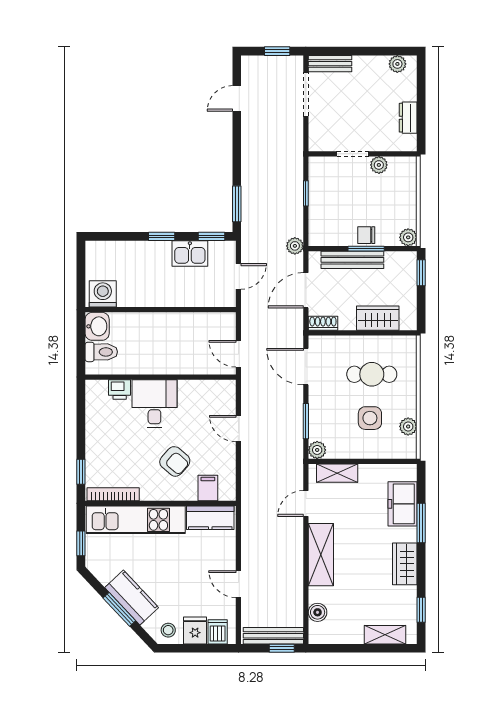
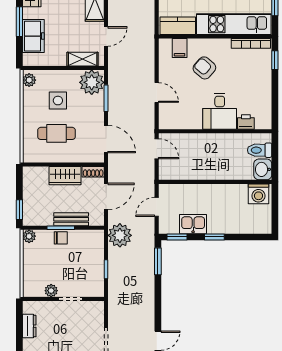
plant: (295, 246) -> (120, 235), width x1.88, depth x1.88
bench: (352, 260) -> (71, 219), width x0.73
wardrobe: (378, 318) -> (65, 176), moved
plant: (408, 426) -> (29, 80), moved
plant: (317, 450) -> (92, 82), width x1.88, depth x1.88

